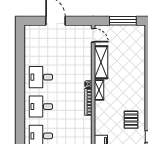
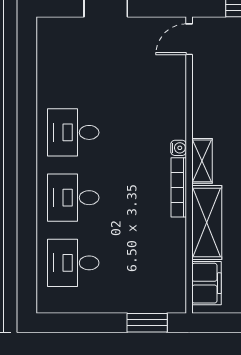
door: (93, 35) -> (189, 39), swing flipped
shelving: (101, 62) -> (207, 222), moved

